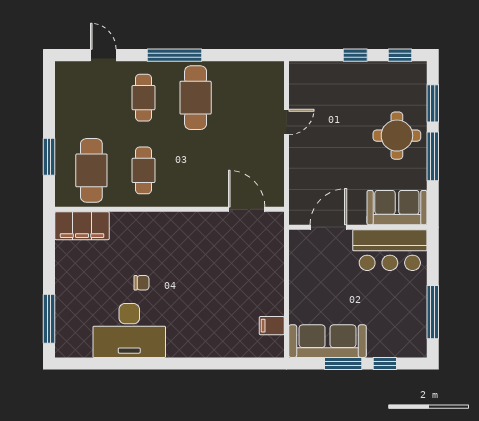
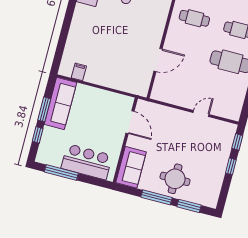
window: (400, 55) -> (237, 142), moved
door: (286, 122) -> (201, 113), swing flipped
door: (247, 209) -> (158, 60), moved
bar counter: (390, 250) -> (87, 162), moved, turned 90

